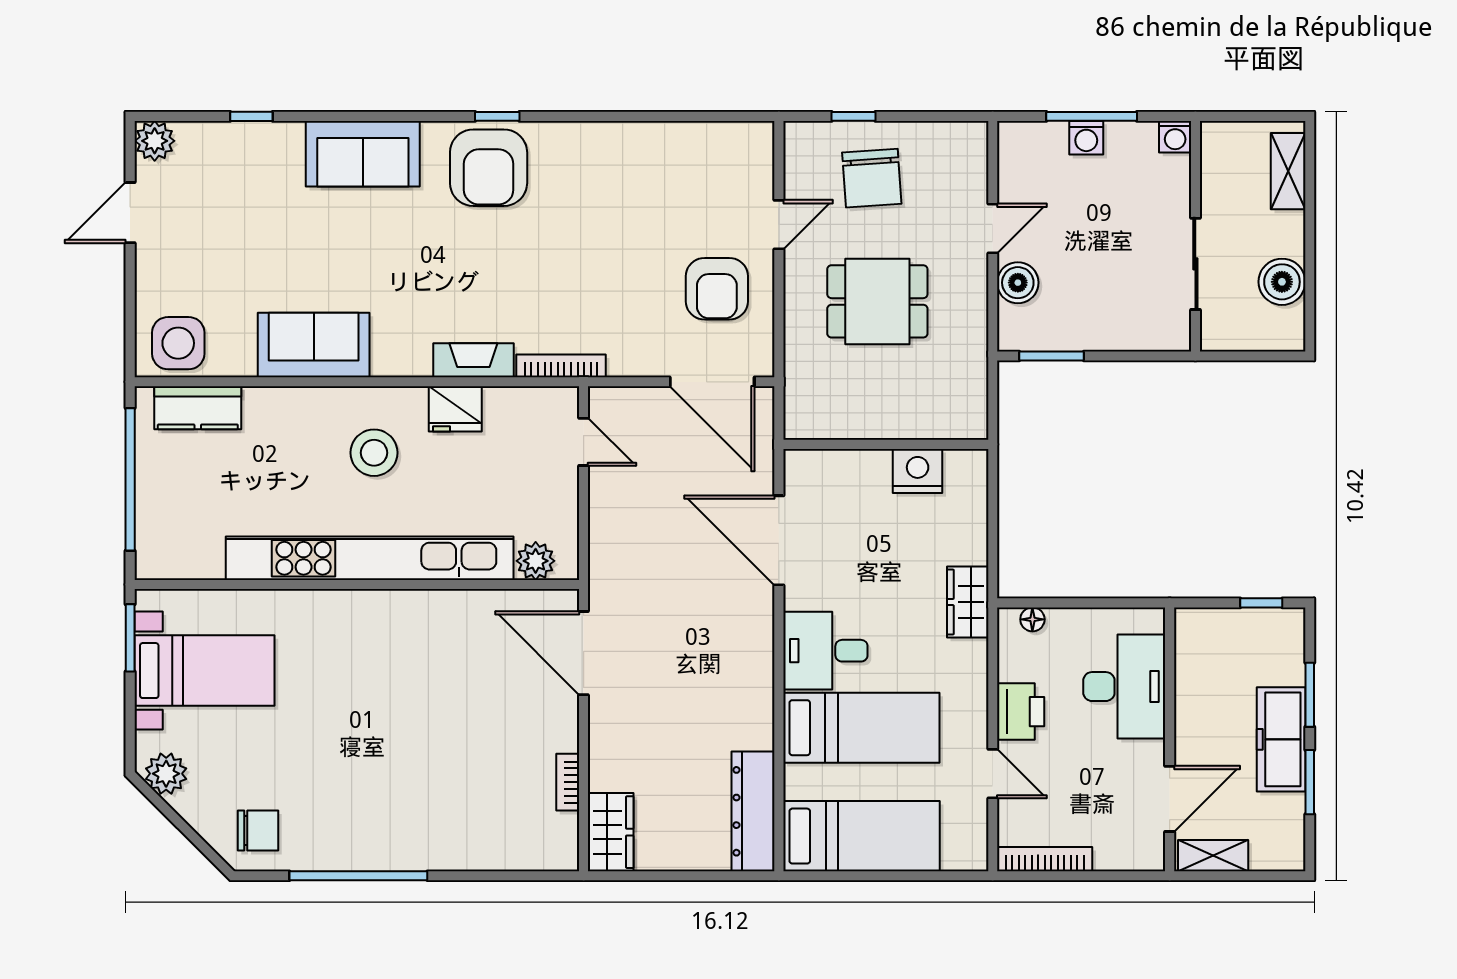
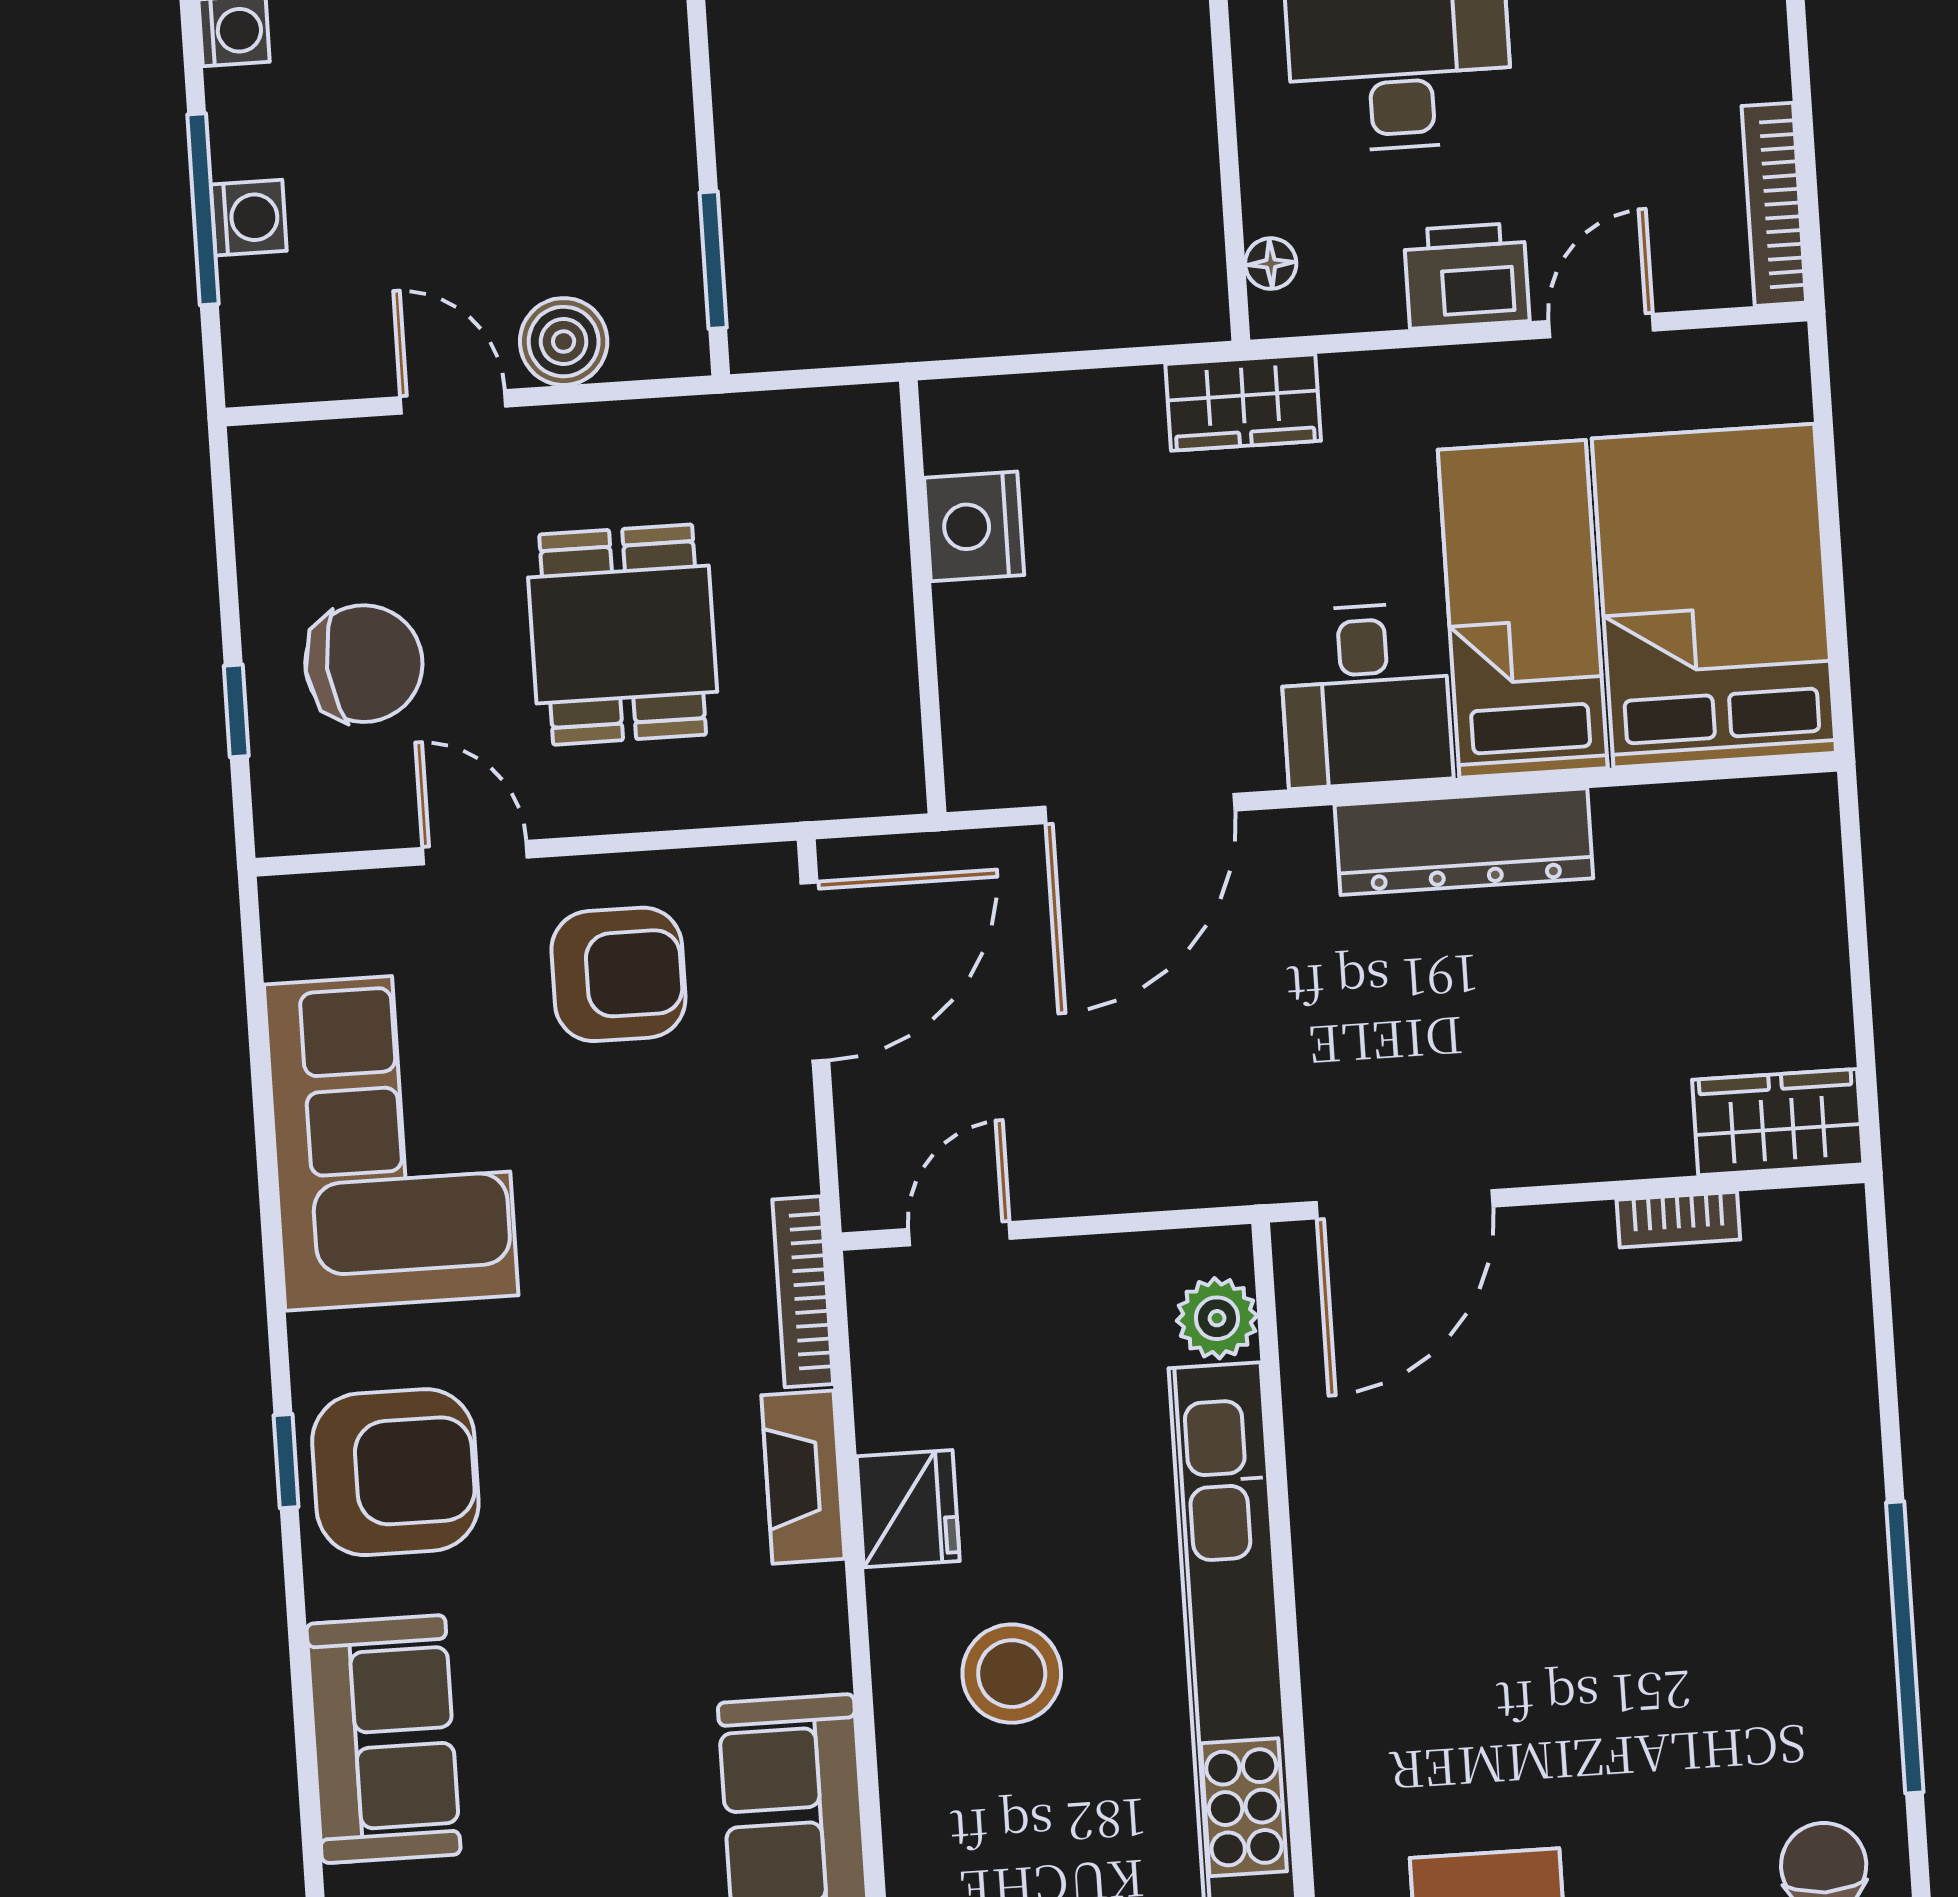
corner sofa: (646, 176) -> (391, 1140), added
dresser: (753, 811) -> (1464, 842), moved
bed: (862, 836) -> (1714, 596), width x1.50

